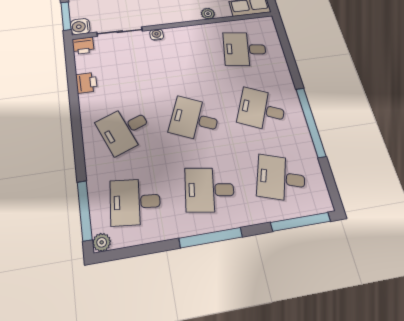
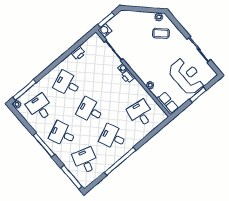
printer: (83, 46) -> (128, 77), moved
desk: (262, 110) -> (113, 137), turned -48
desk: (194, 119) -> (90, 110), turned -45
desk: (210, 190) -> (63, 134), turned -33

